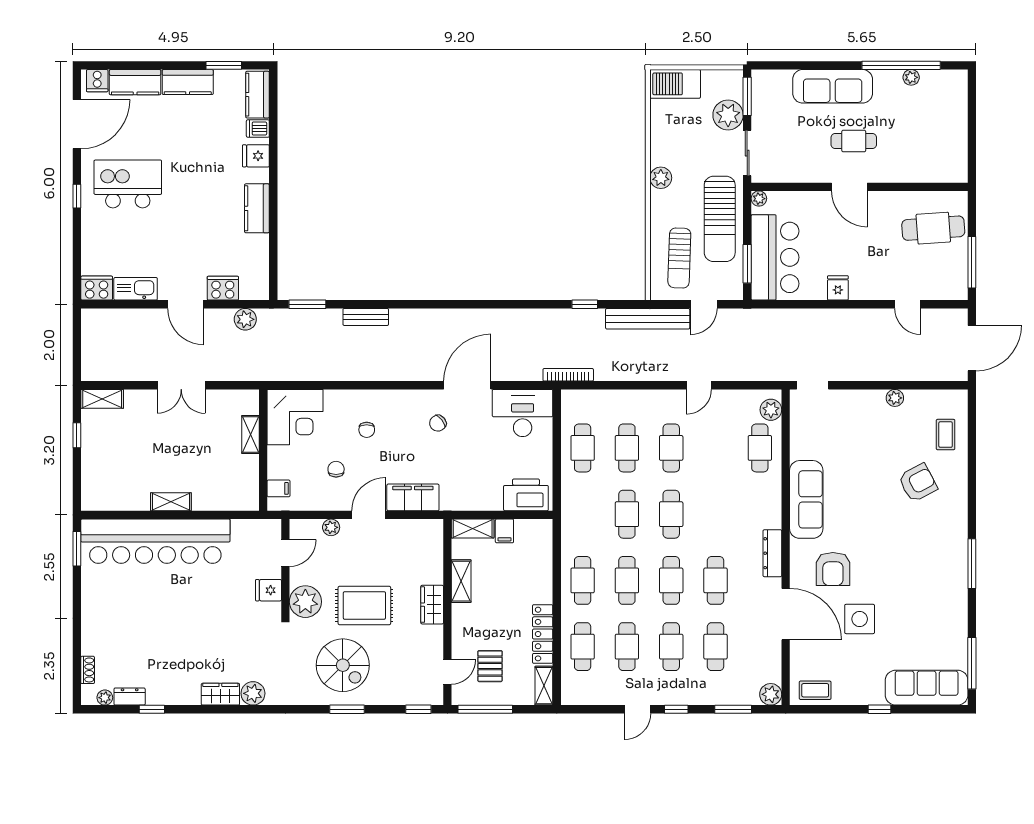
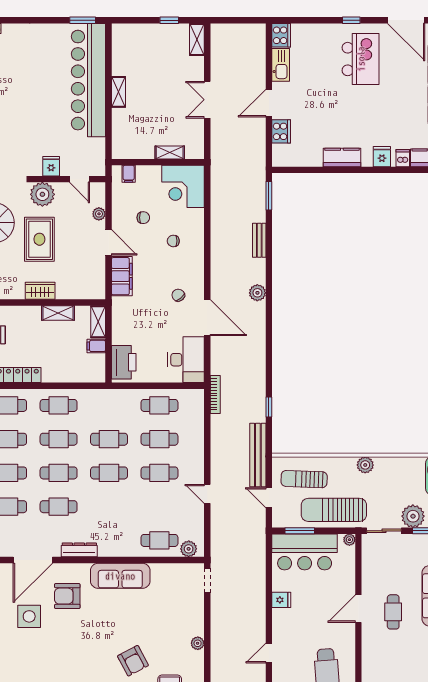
plant: (245, 319) -> (257, 293), moved

